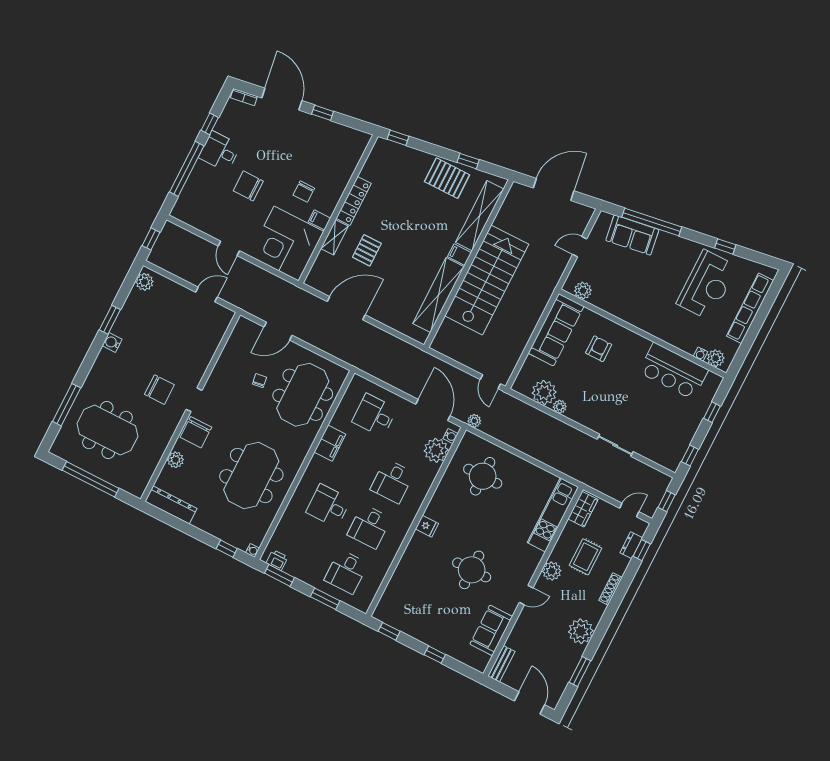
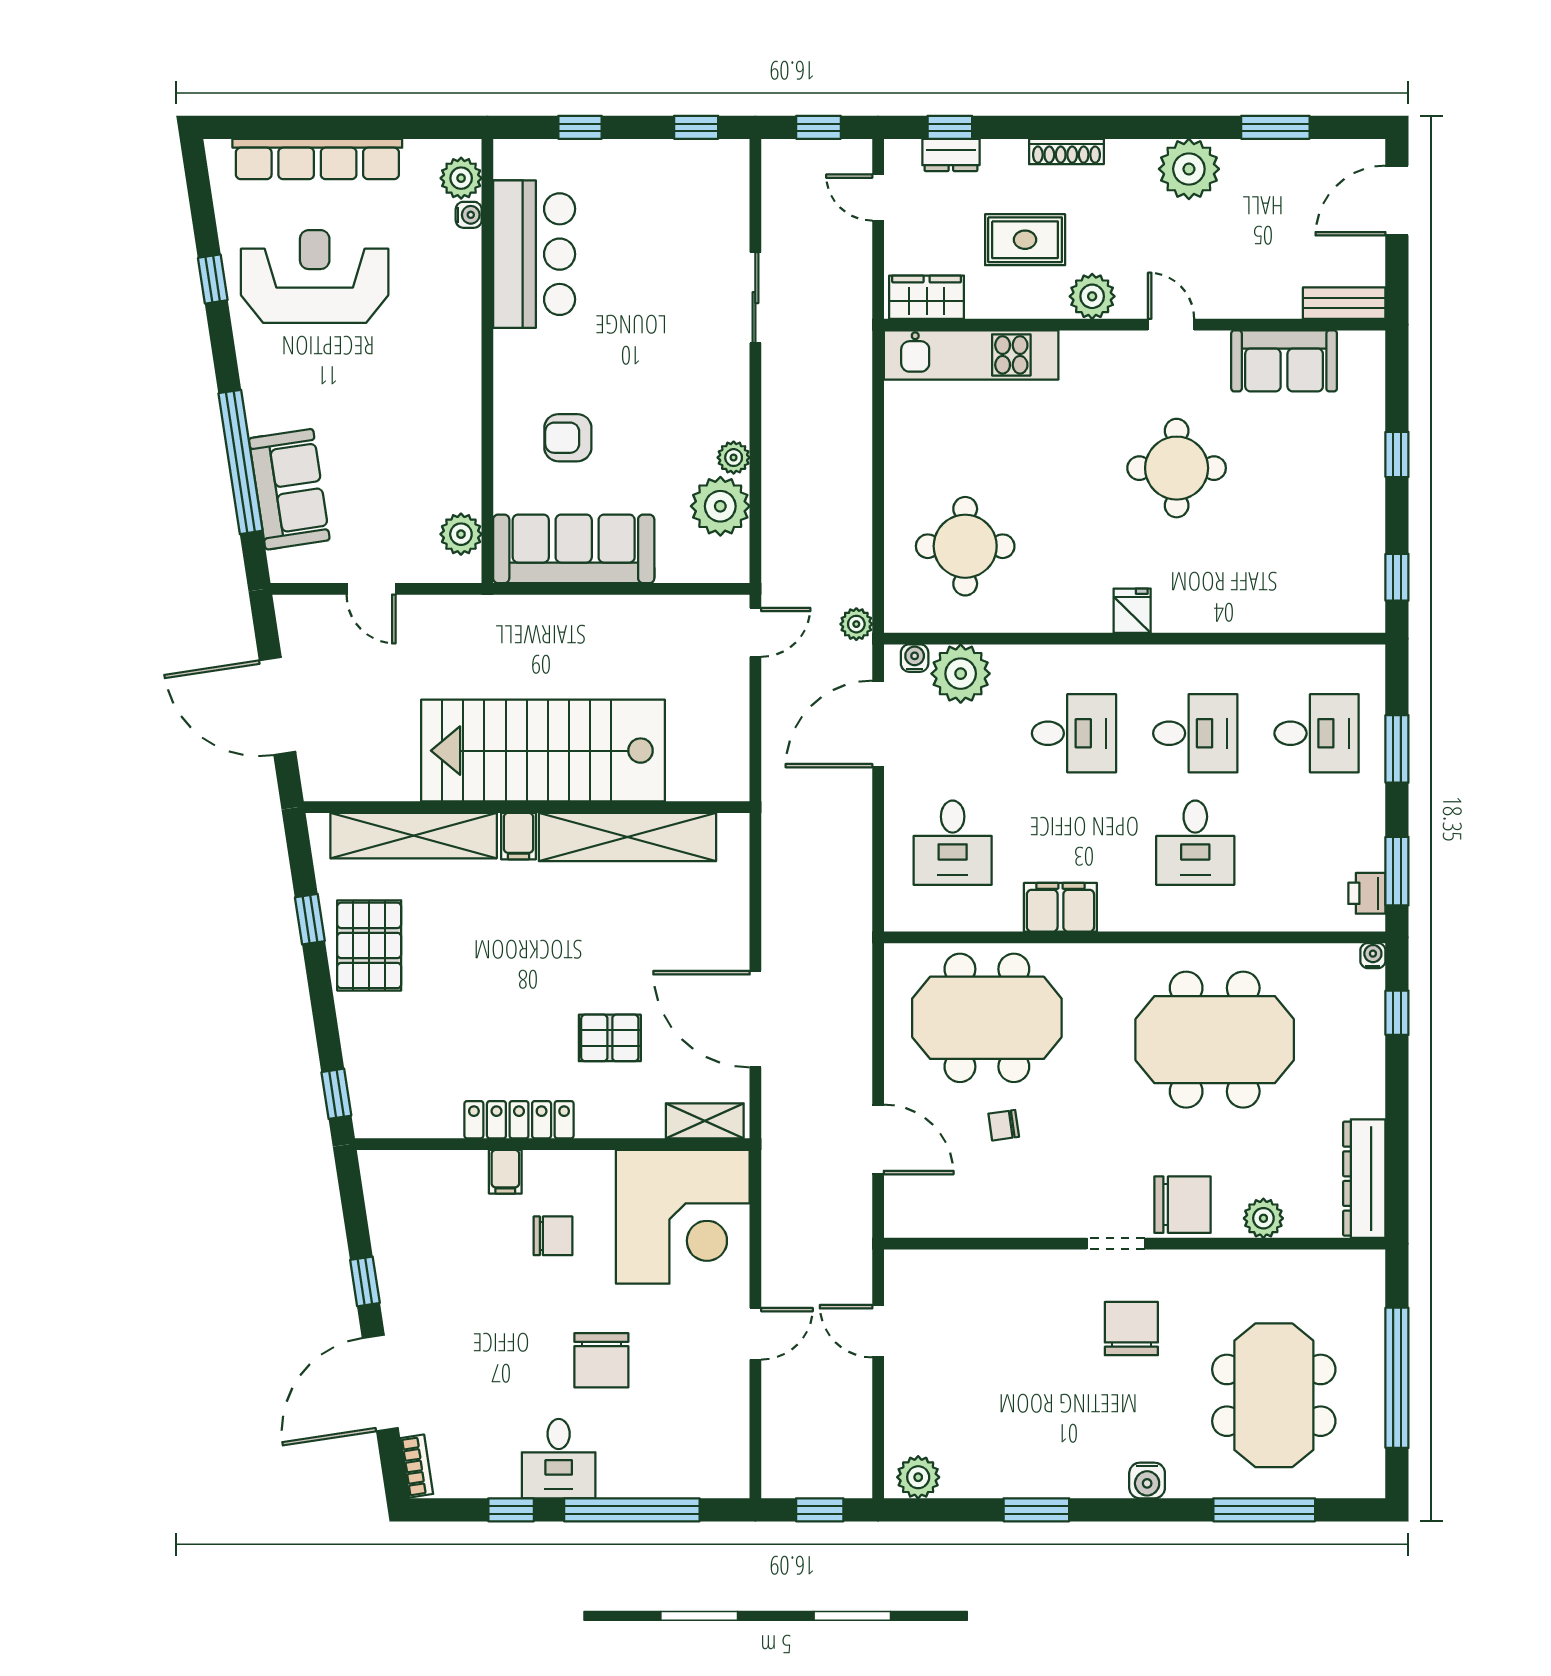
filing cabinet: (319, 220) -> (505, 1172), moved
shelving: (334, 237) -> (705, 1121), moved
water cooler: (112, 342) -> (1147, 1481), moved

